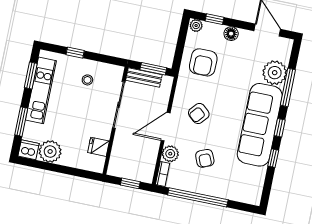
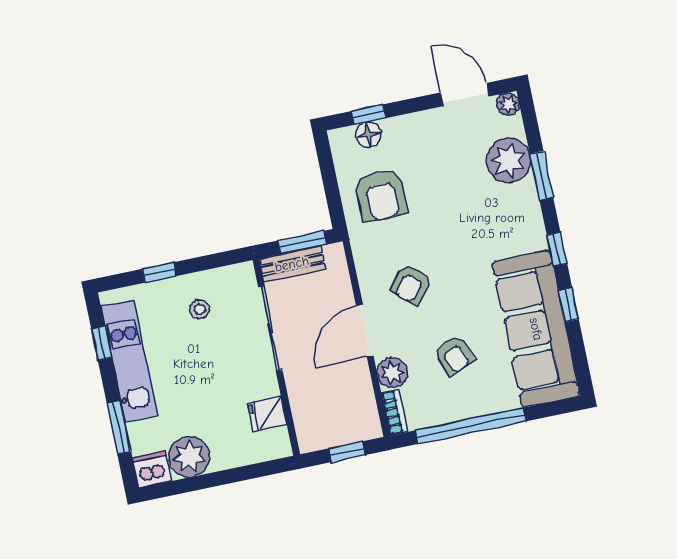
plant: (196, 26) -> (508, 104), moved
floor lamp: (231, 34) -> (368, 135), moved
window: (31, 76) -> (101, 343), width x0.67
window: (288, 87) -> (542, 176), width x0.69
sofa: (260, 125) -> (536, 329), moved

